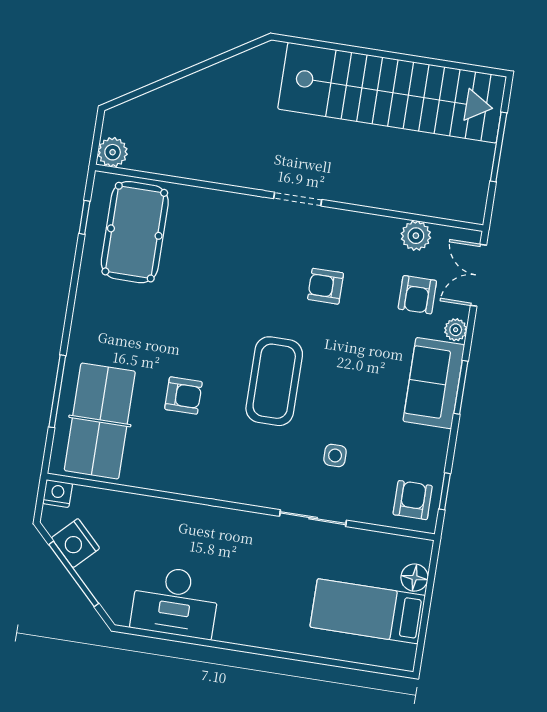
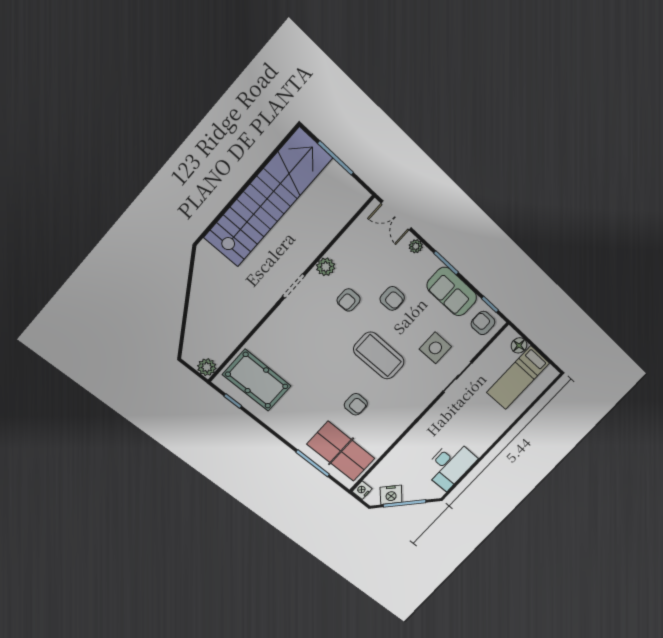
plant: (416, 236) -> (326, 267), moved
armchair: (417, 295) -> (392, 298), moved
sofa: (434, 383) -> (452, 292), moved
armchair: (183, 396) -> (356, 404), turned 90
side table: (335, 455) -> (435, 348), width x1.87, depth x1.87

